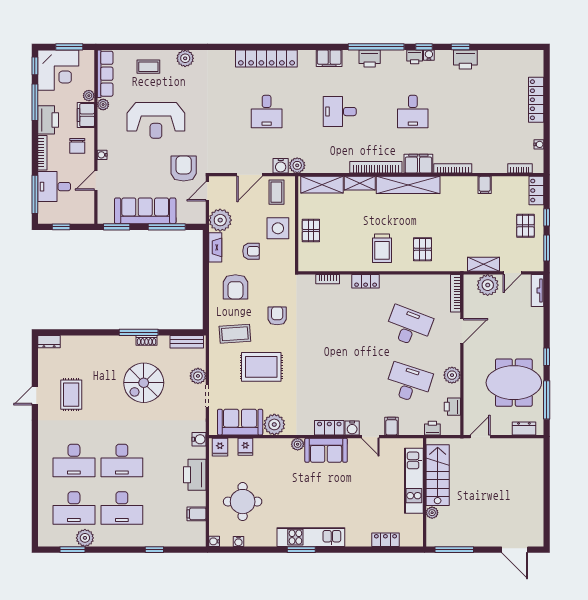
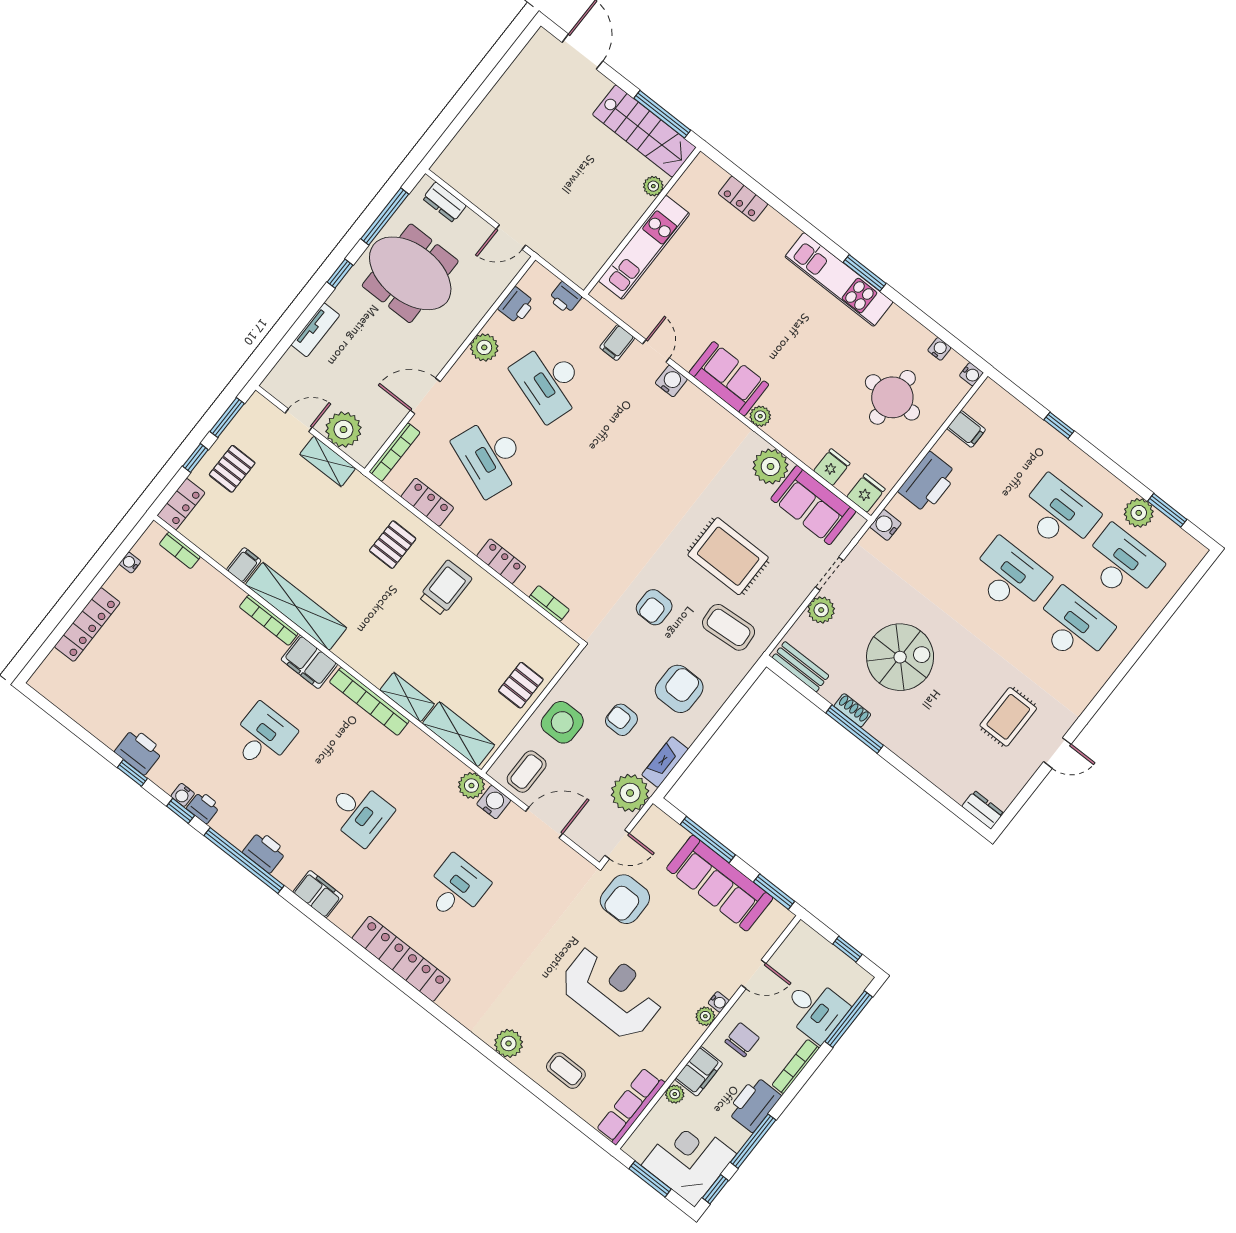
plant: (103, 104) -> (705, 1016), moved
shelving: (408, 185) -> (296, 606), moved
tv unit: (537, 290) -> (315, 330), moved
locker: (329, 428) -> (427, 502), moved, turned 180
stairs: (438, 475) -> (644, 131), moved, turned -90

